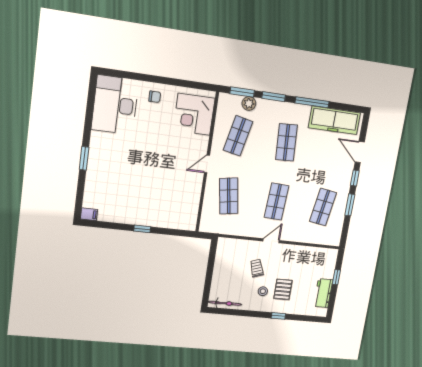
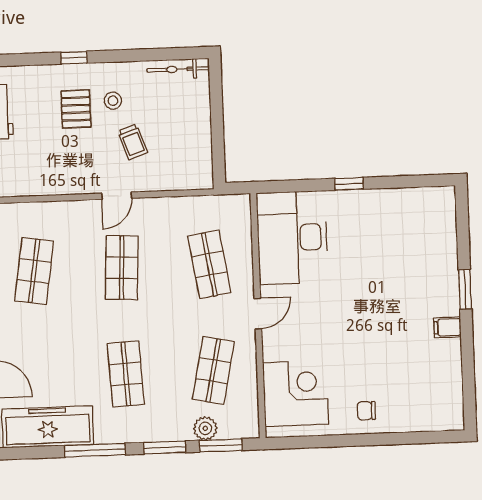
desk: (115, 105) -> (292, 238), moved, turned 180
filing cabinet: (89, 214) -> (447, 327), moved

